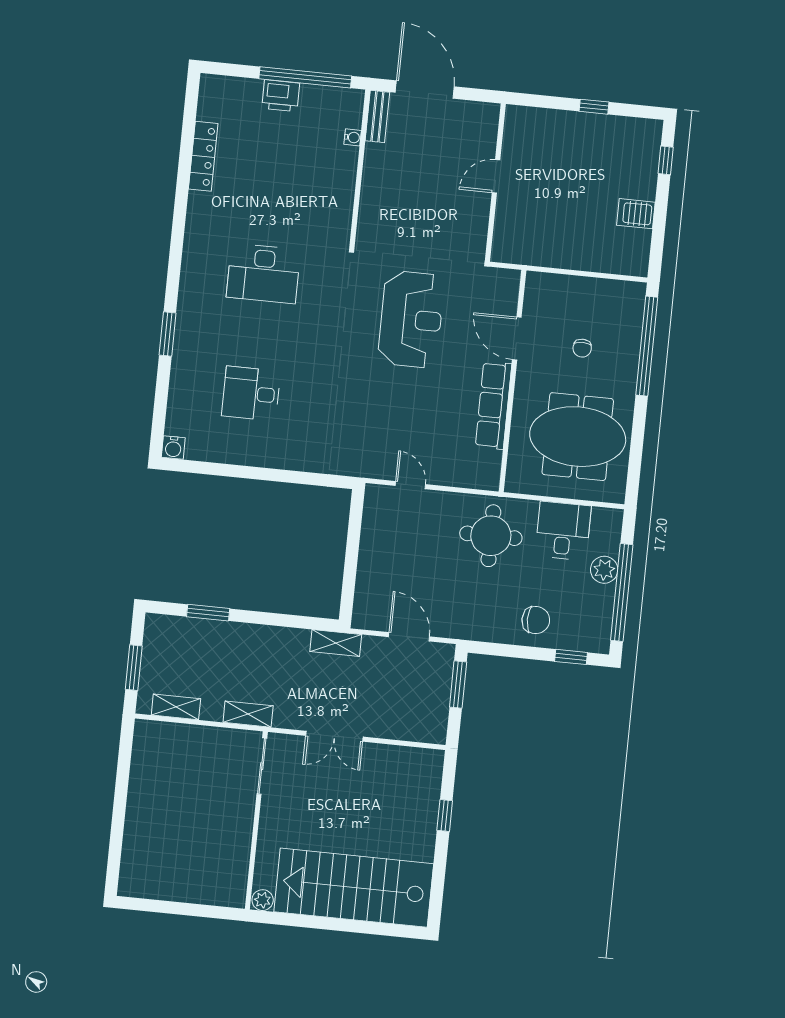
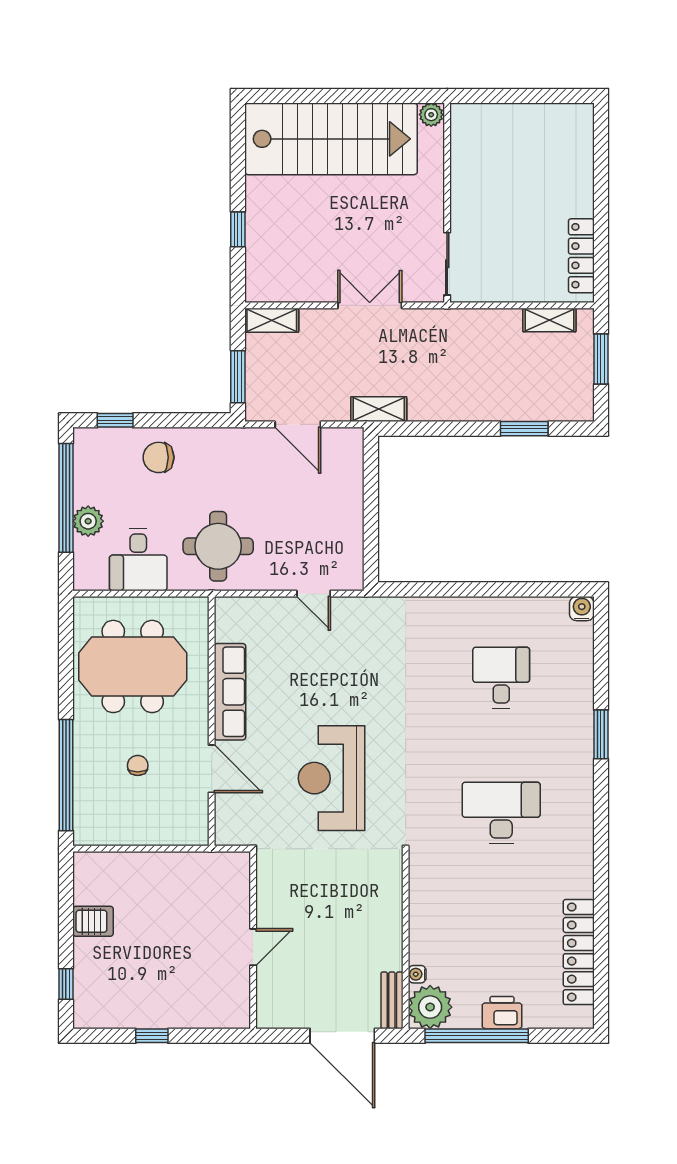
plant: (344, 107) -> (430, 1007), added
locker: (203, 156) -> (579, 952), width x1.41, depth x1.21
desk: (251, 393) -> (501, 678), turned -90
shelving: (248, 714) -> (272, 320), moved
locker: (142, 761) -> (581, 256), added

